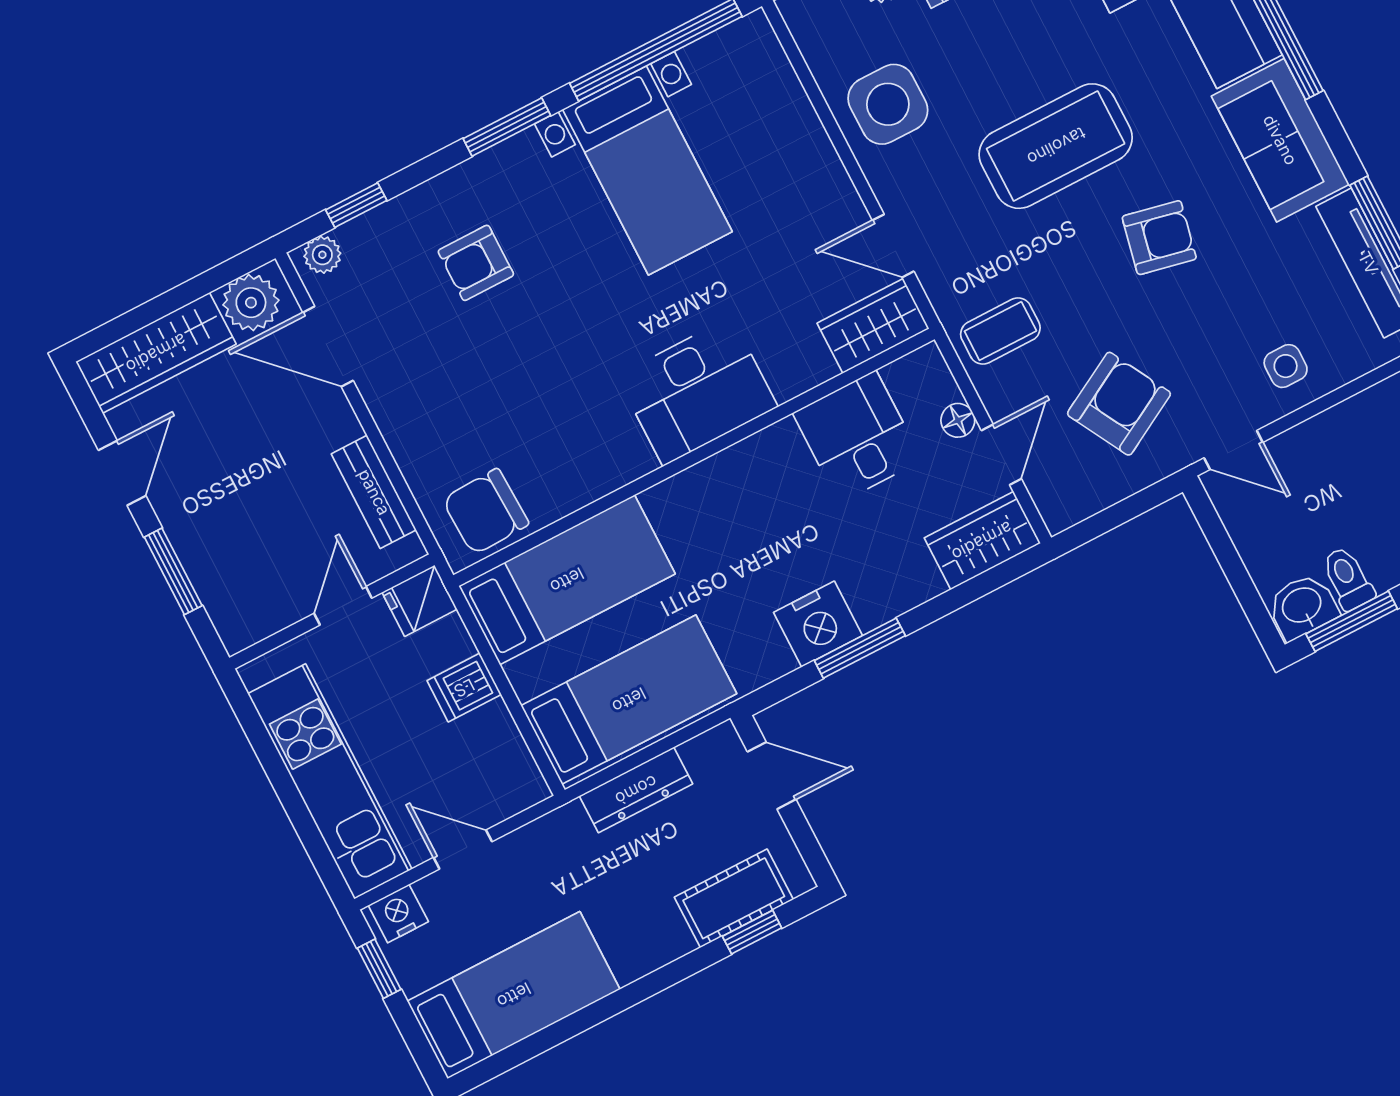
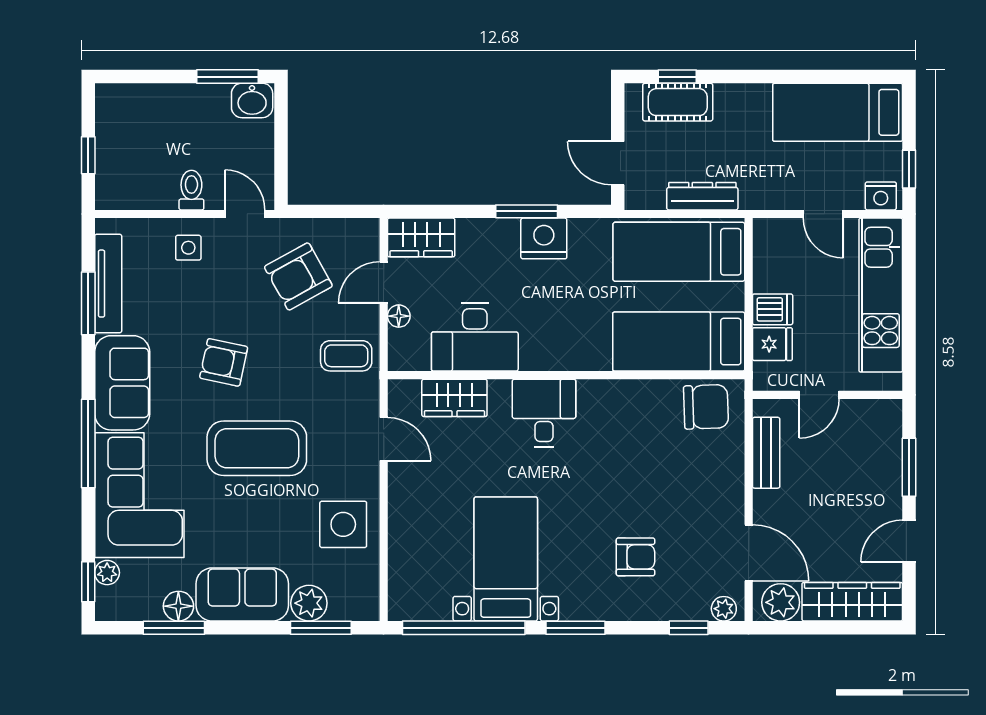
wardrobe: (873, 326) -> (454, 398), moved
desk: (697, 391) -> (544, 413), width x0.73
desk: (857, 437) -> (475, 337), width x1.37
toilet: (1348, 578) -> (191, 190), moved, turned 180
fridge: (420, 601) -> (772, 344), moved

